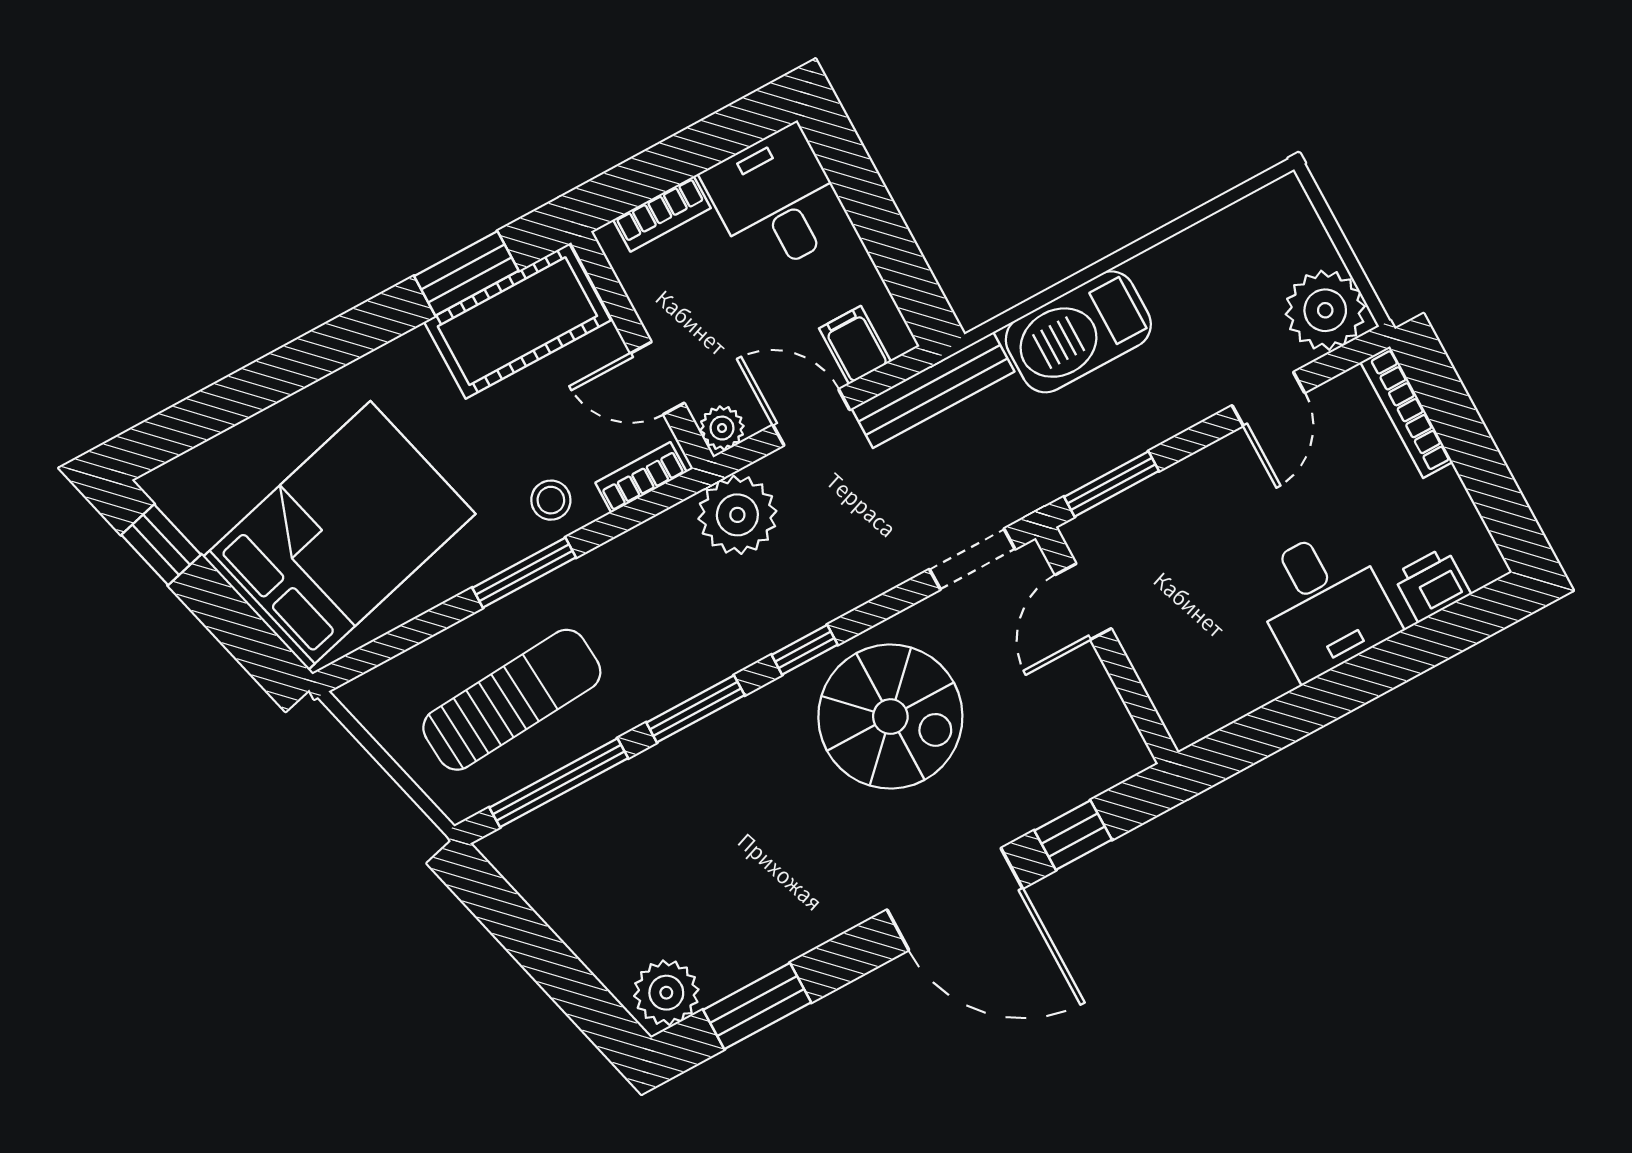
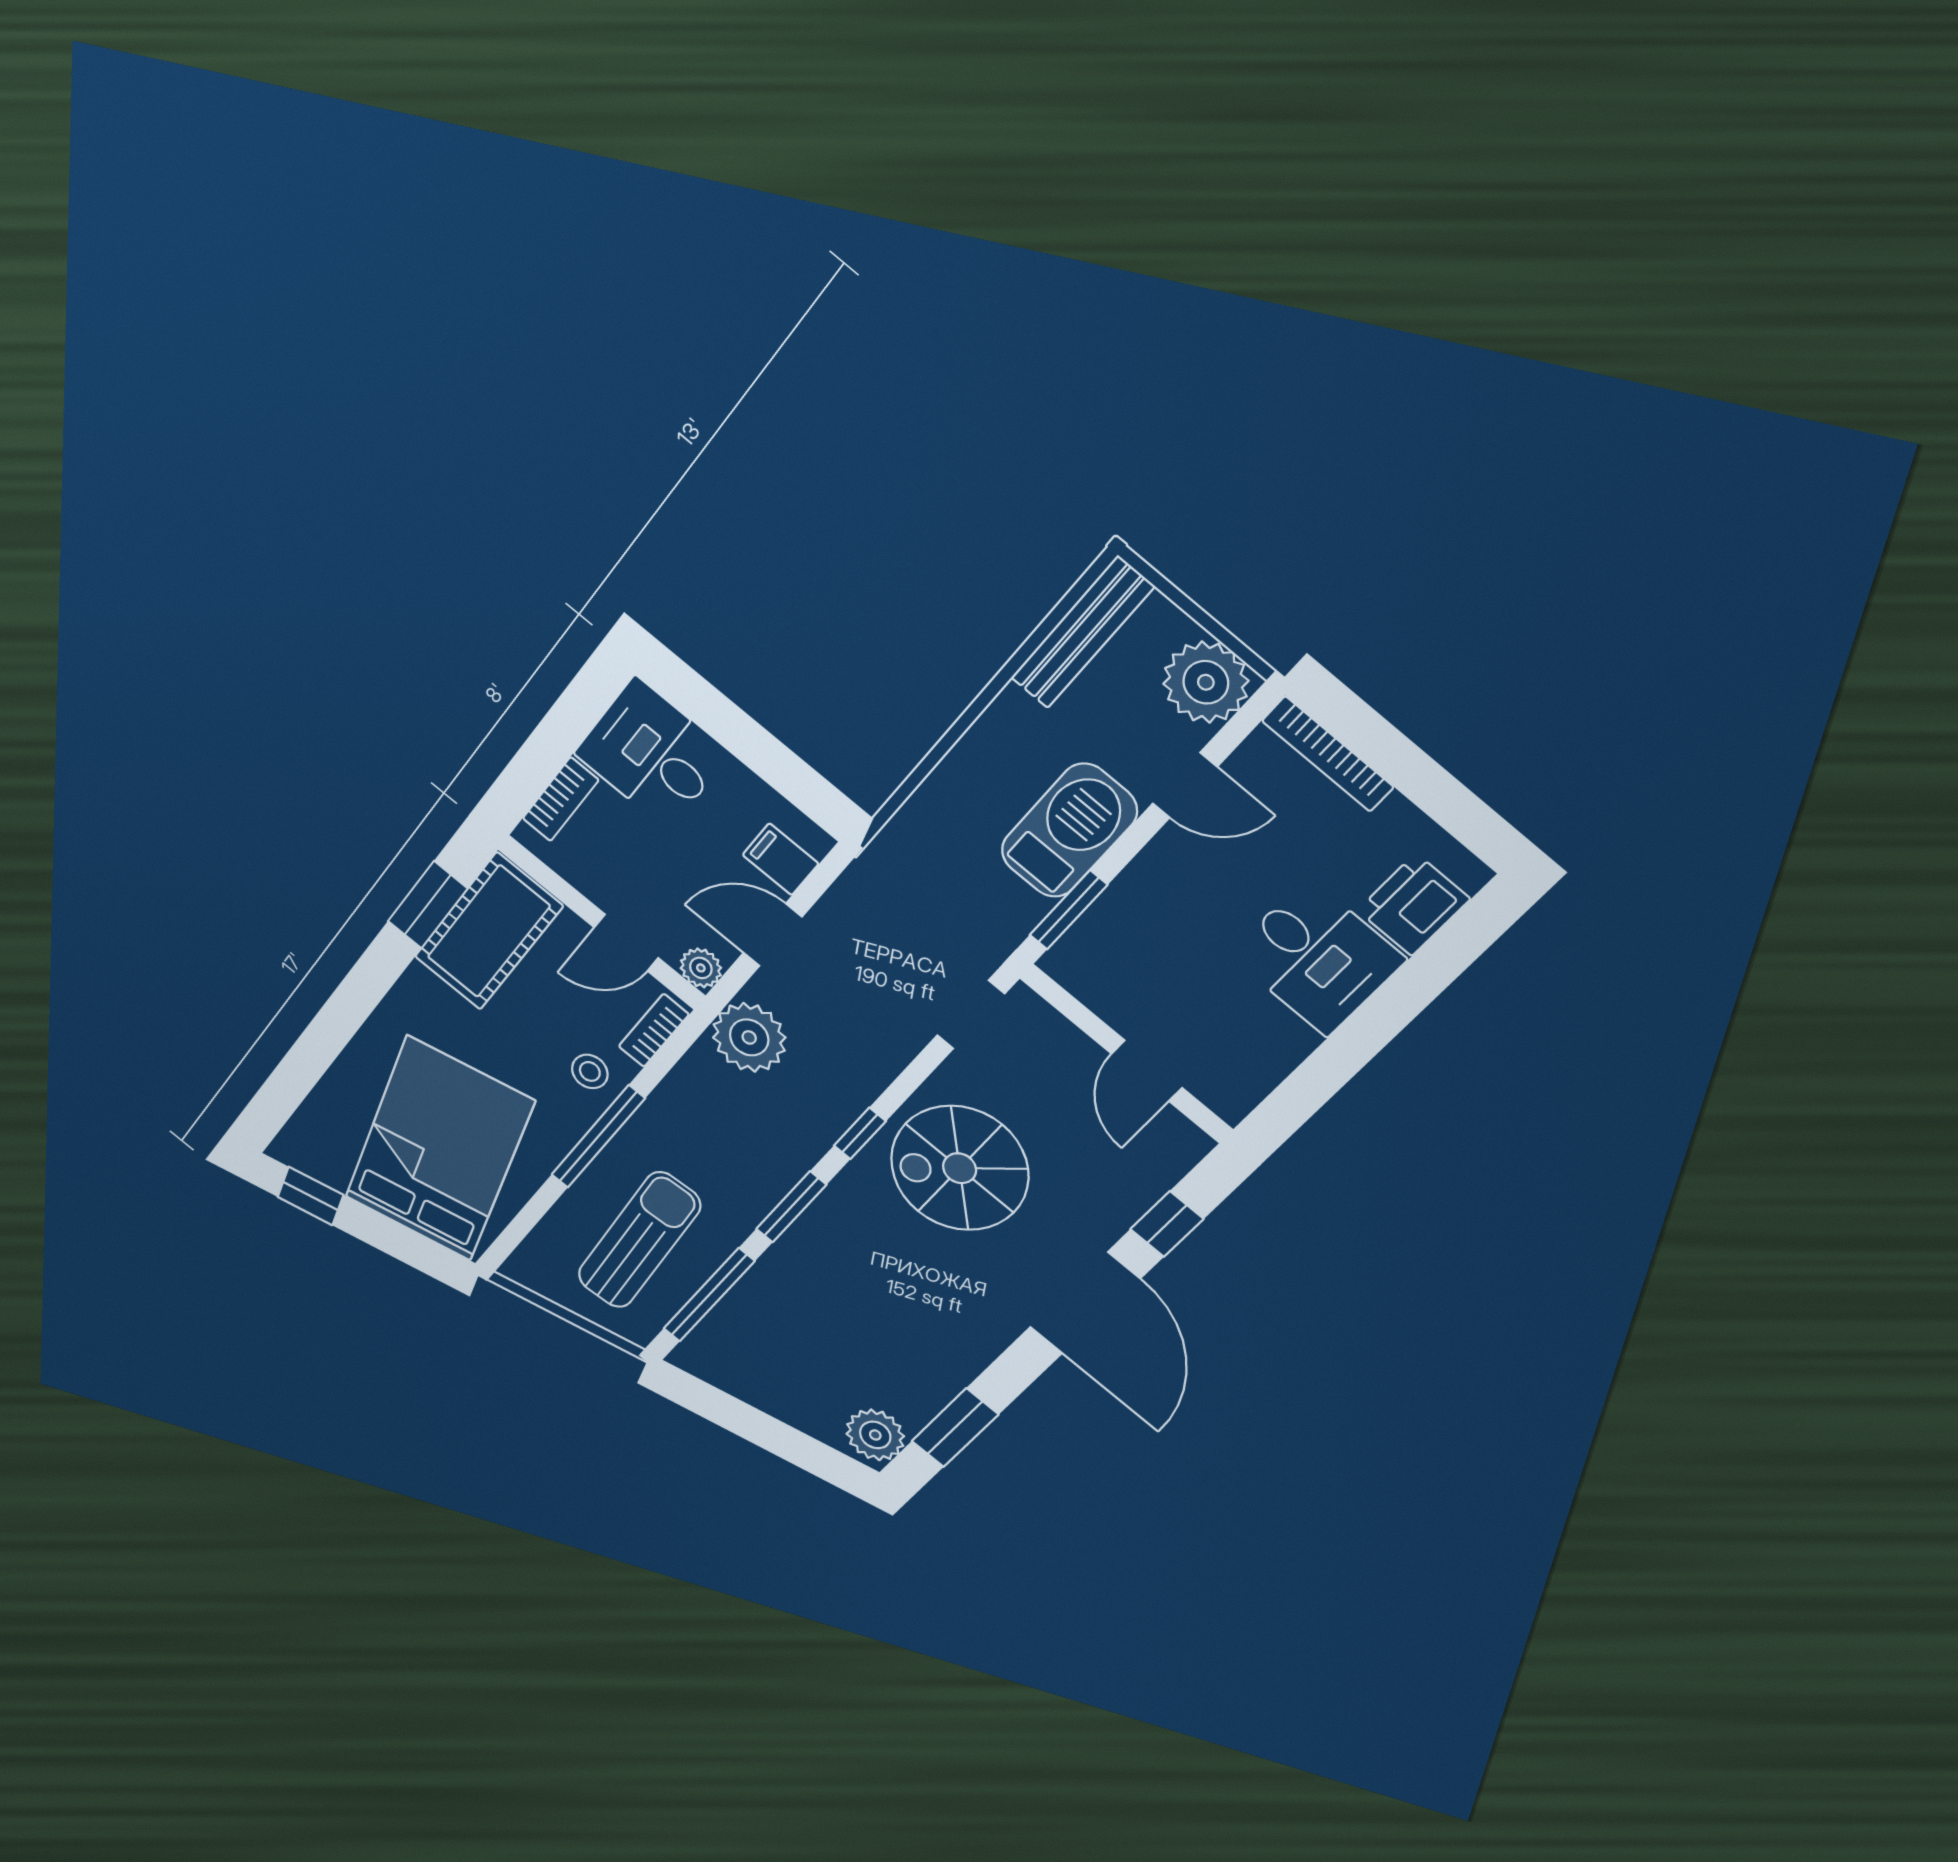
barbecue: (1078, 332) -> (1069, 831), moved, turned 180
bench: (933, 390) -> (1082, 632), moved
door: (1268, 399) -> (1185, 785), hinge flipped
window: (524, 573) -> (598, 1137), width x1.44
printer: (1432, 585) -> (1414, 905), width x1.36, depth x1.24
door: (1083, 602) -> (1147, 1071), moved
spiral stairs: (890, 717) -> (960, 1168), turned 180
door: (955, 899) -> (1085, 1303), hinge flipped

